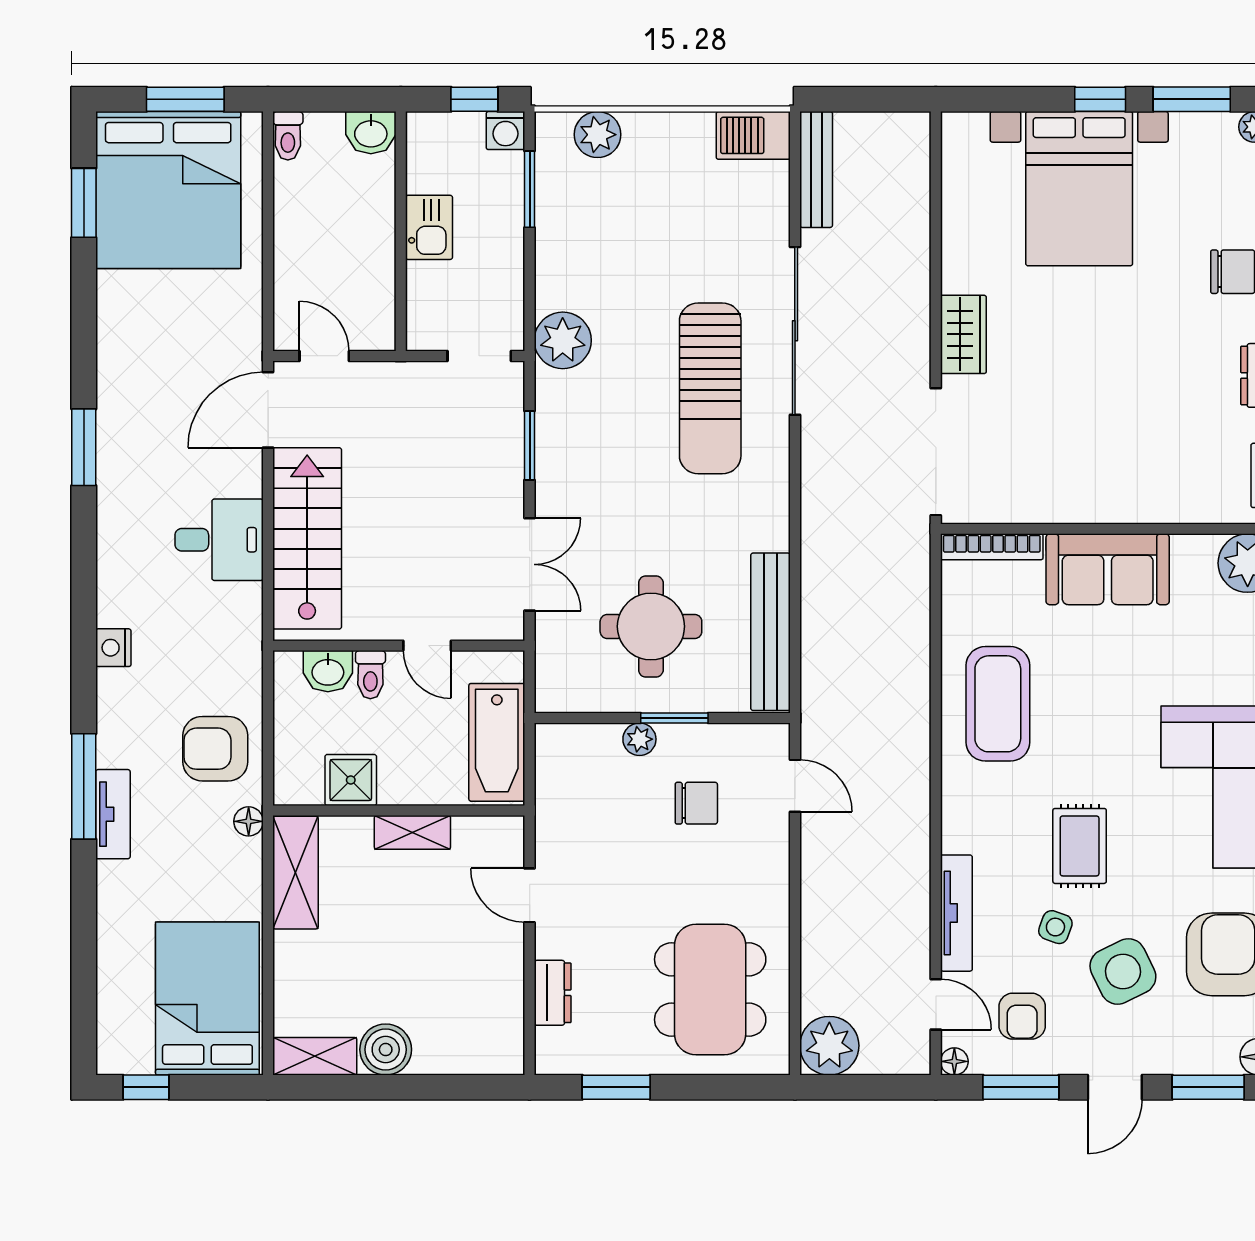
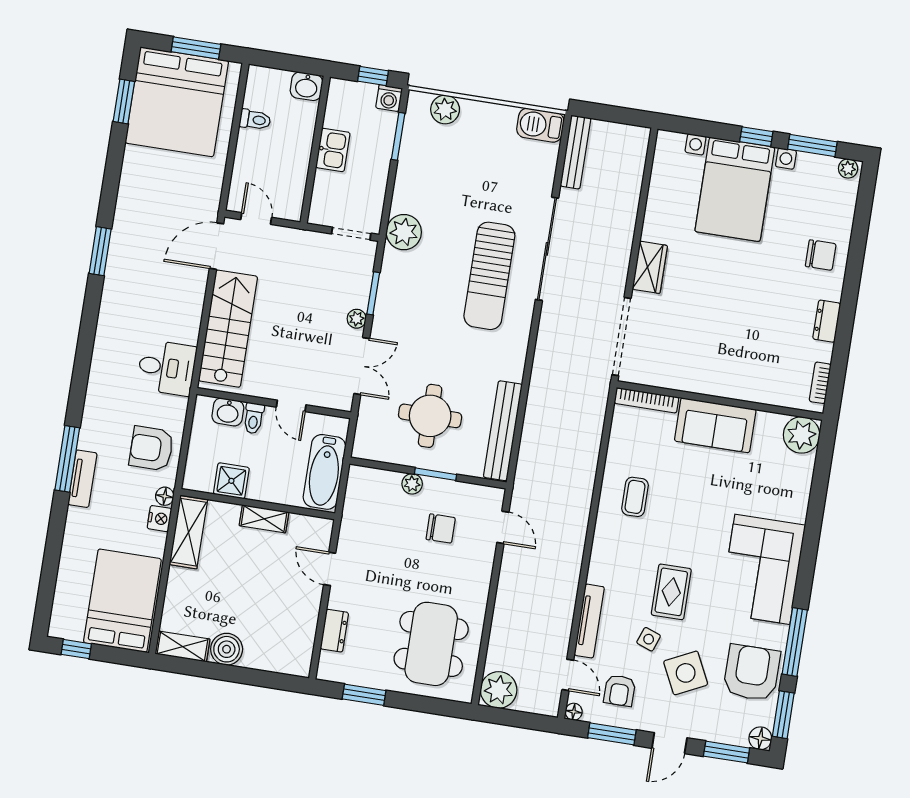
toilet: (288, 136) -> (255, 120), moved, turned -90
plant: (509, 490) -> (357, 319), added
desk: (219, 540) -> (167, 368), moved
nightstand: (113, 648) -> (159, 519), moved, turned 180
coffee table: (998, 704) -> (635, 497), width x0.54, depth x0.58

